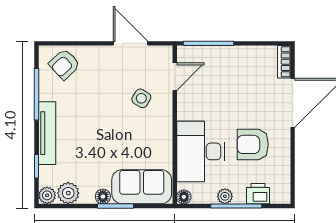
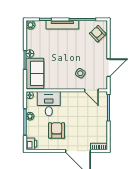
desk: (201, 151) -> (49, 104), width x0.73
plant: (68, 193) -> (32, 36), removed
printer: (258, 194) -> (31, 144), moved

